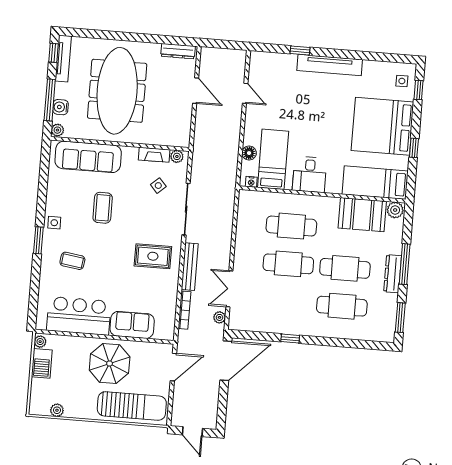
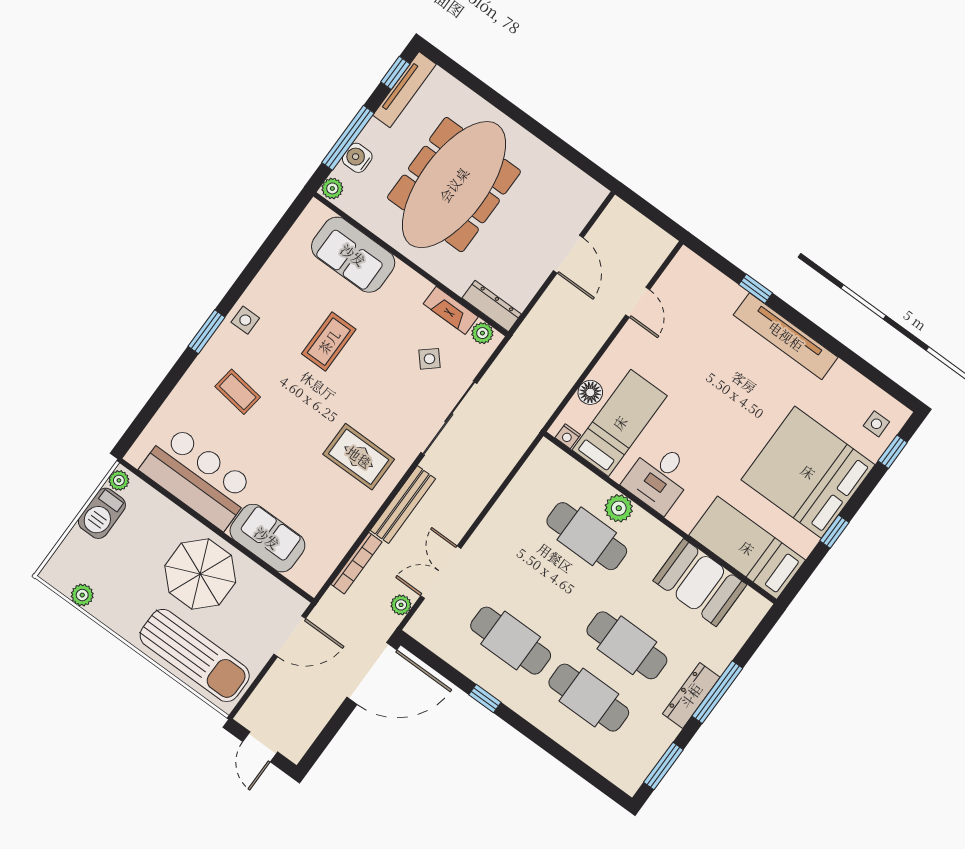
dresser: (178, 51) -> (492, 306), moved, turned 180
sofa: (88, 157) -> (353, 255), width x0.73
plant: (395, 210) -> (619, 508), moved
cafe table: (288, 264) -> (511, 641), moved

